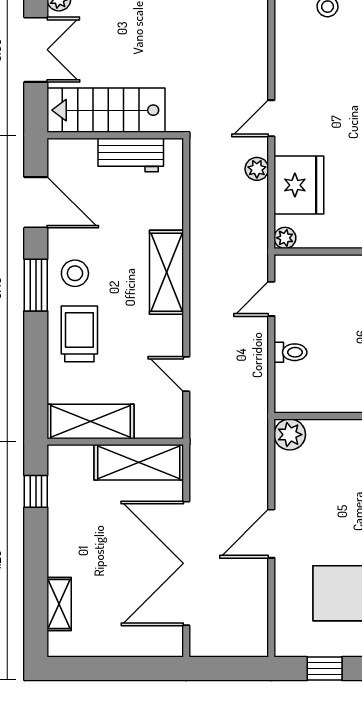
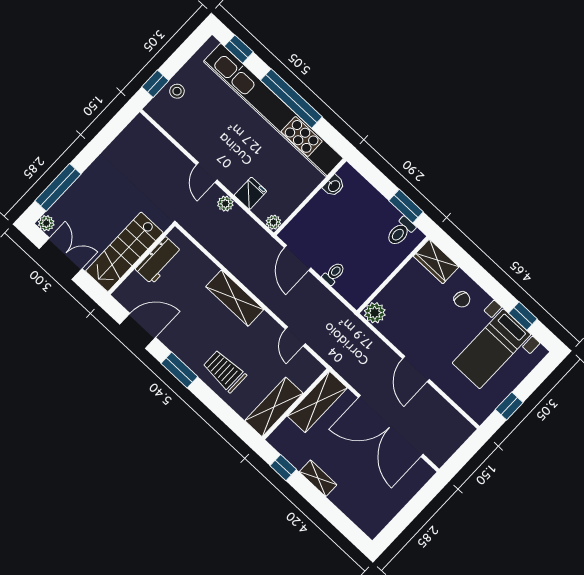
fridge: (299, 185) -> (250, 193), width x0.53, depth x0.75
stool: (75, 273) -> (192, 345), removed
door: (271, 299) -> (298, 258), width x1.38
door: (186, 374) -> (295, 336), hinge flipped
shelving: (59, 604) -> (318, 478), moved

